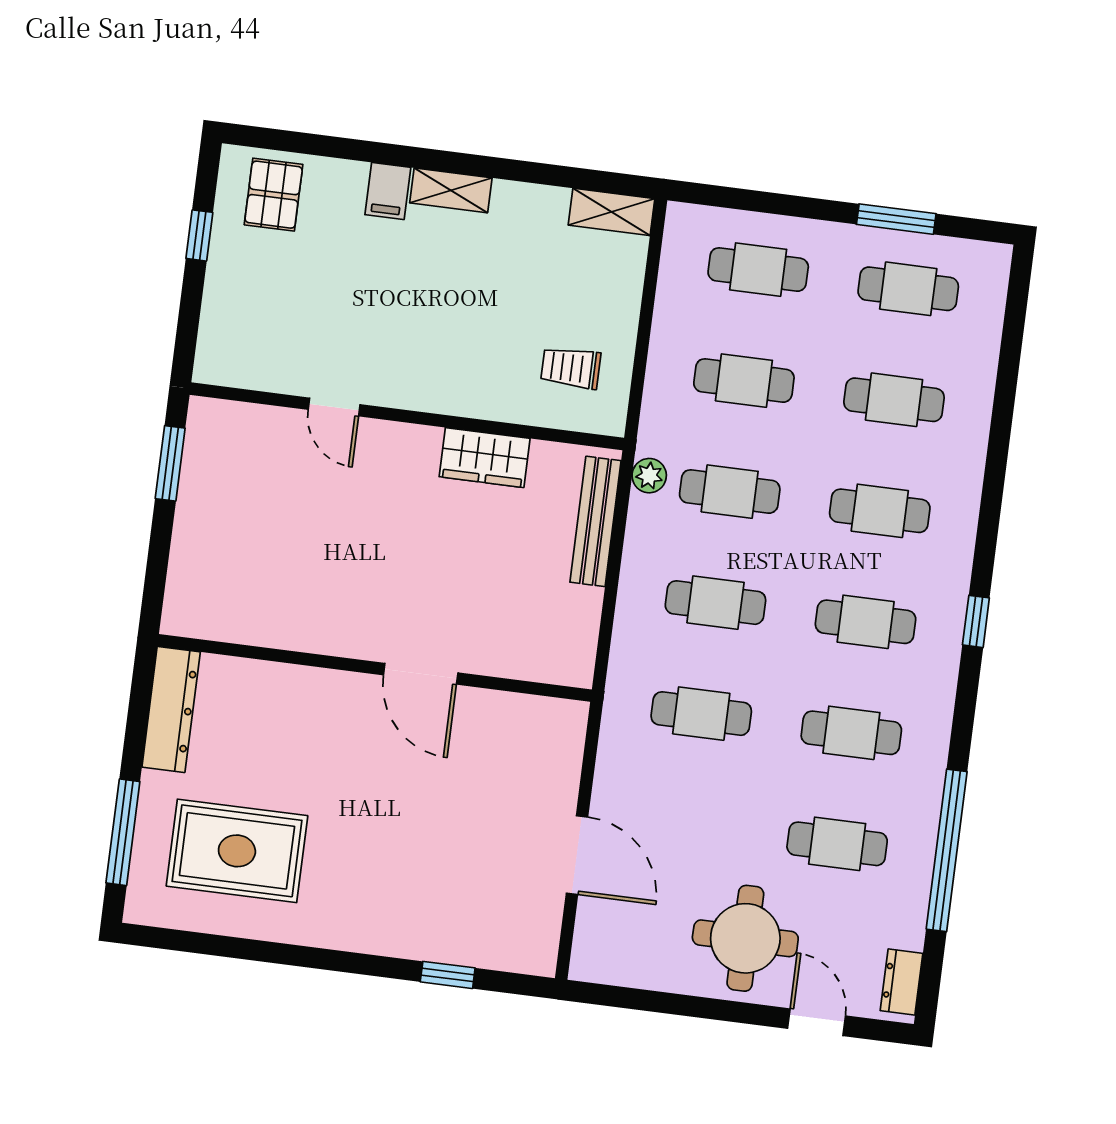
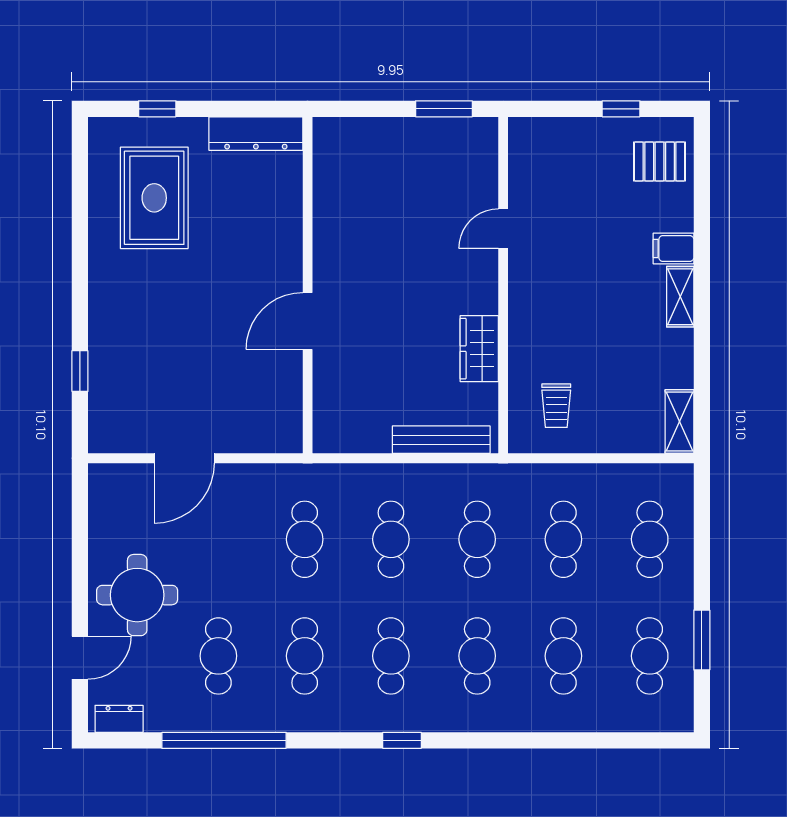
trolley: (571, 368) -> (556, 406), turned 180
plant: (649, 476) -> (481, 476), removed
window: (123, 832) -> (157, 109), width x0.46

